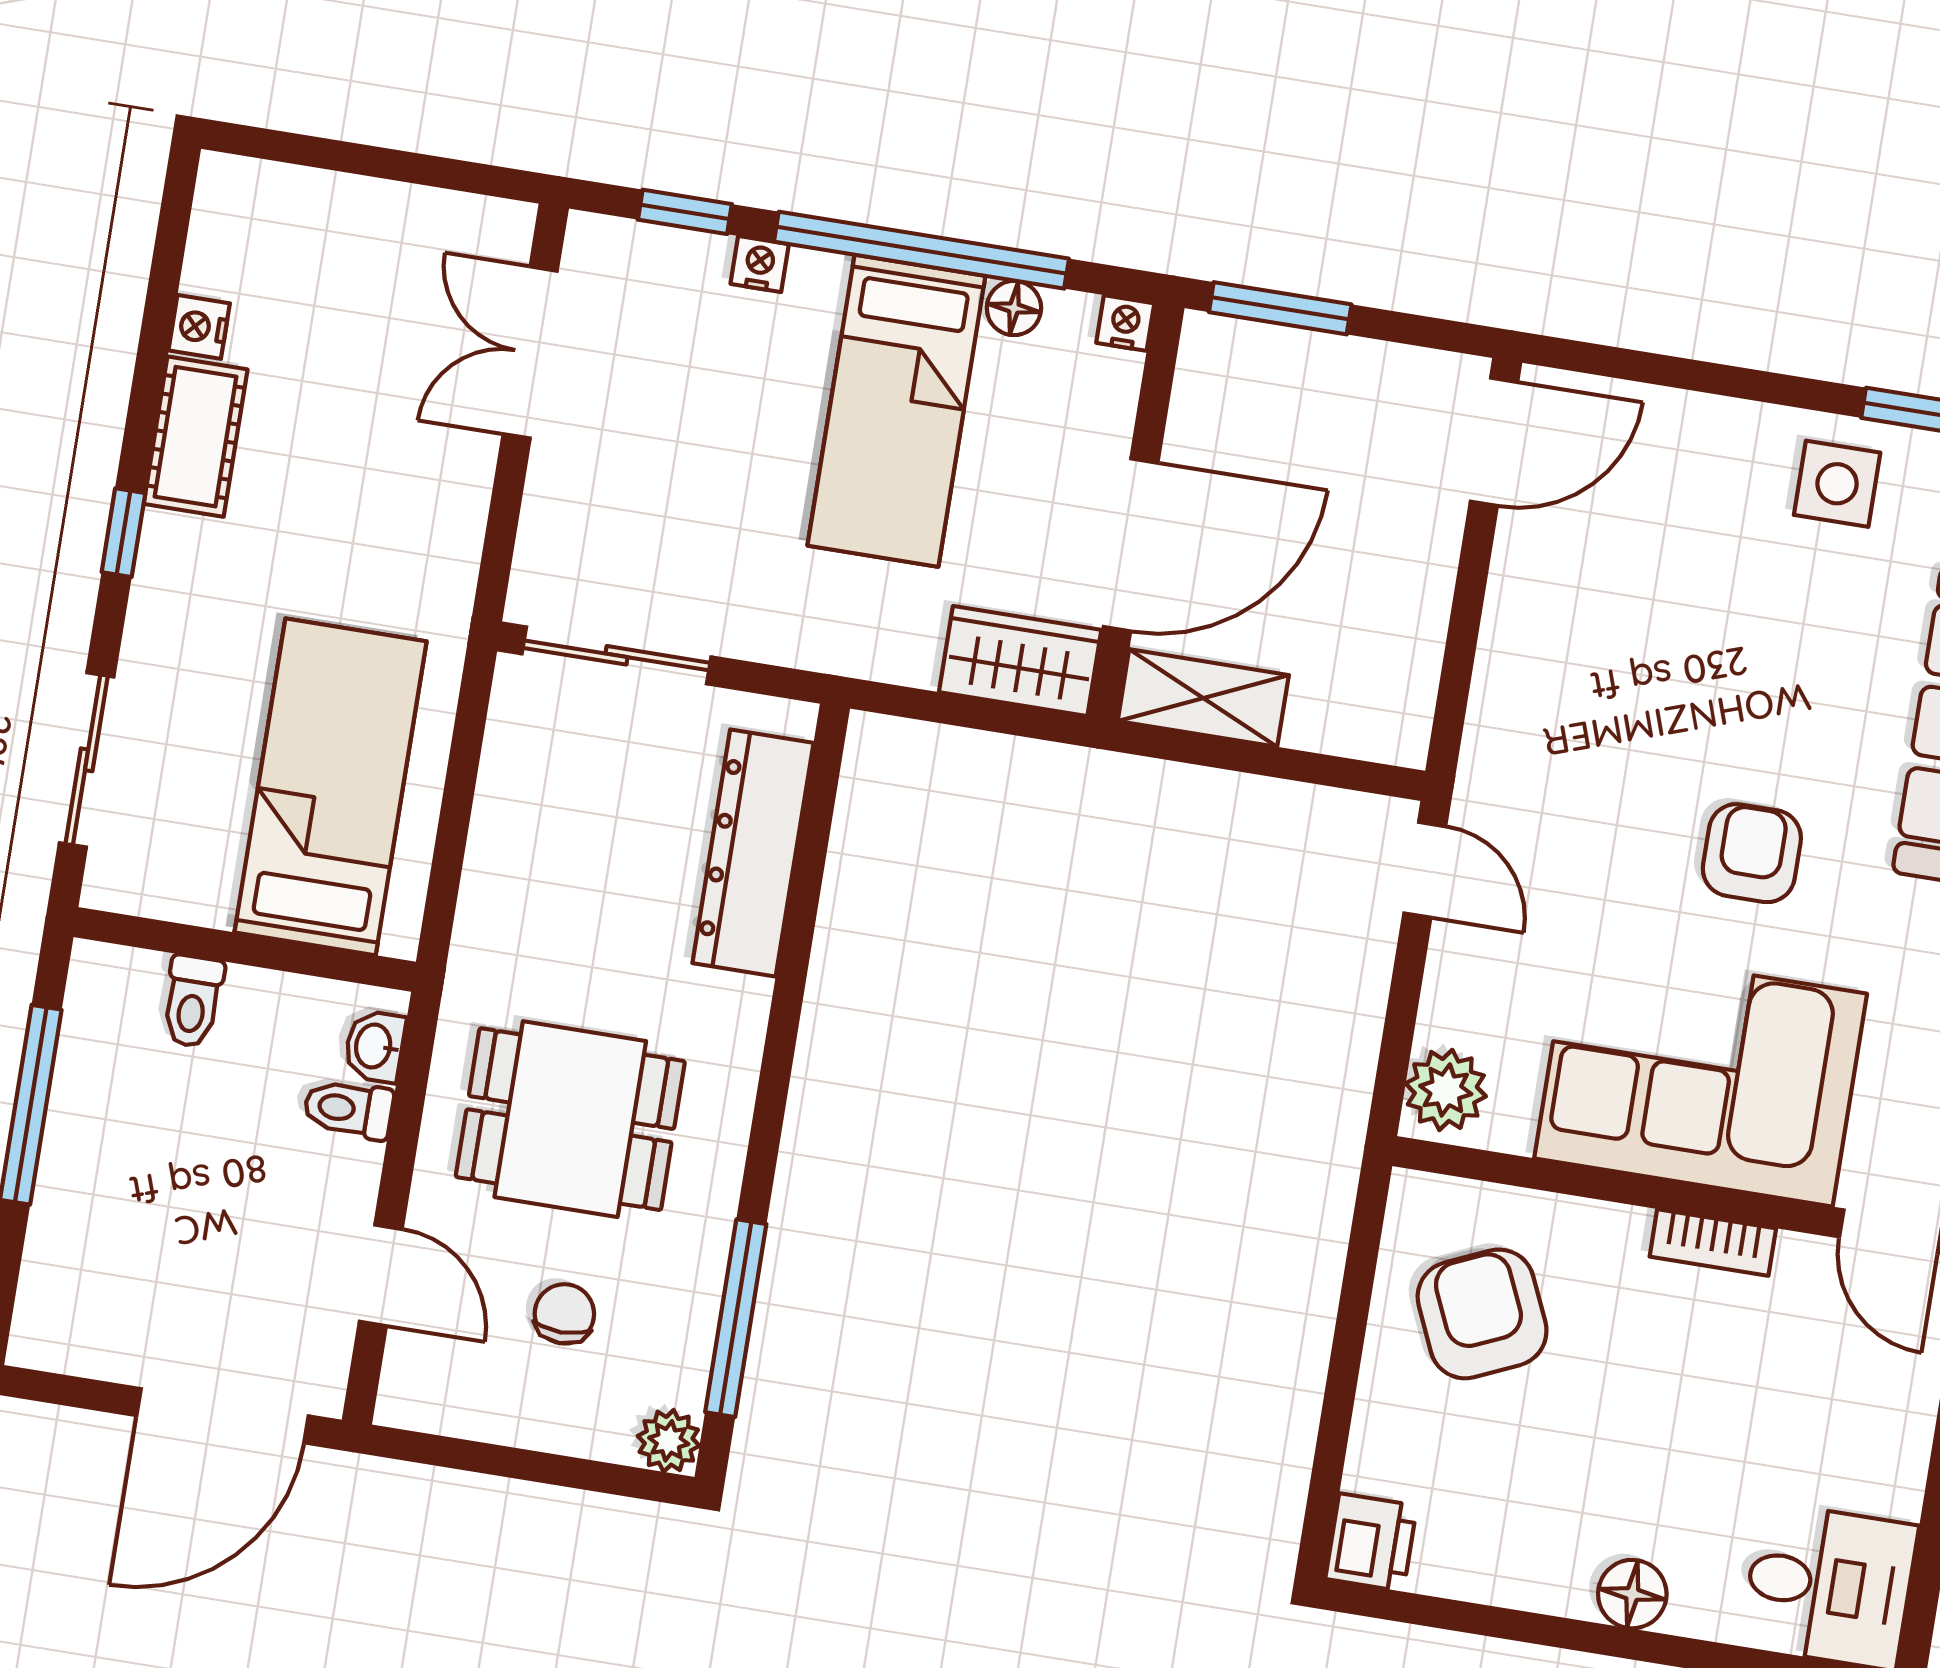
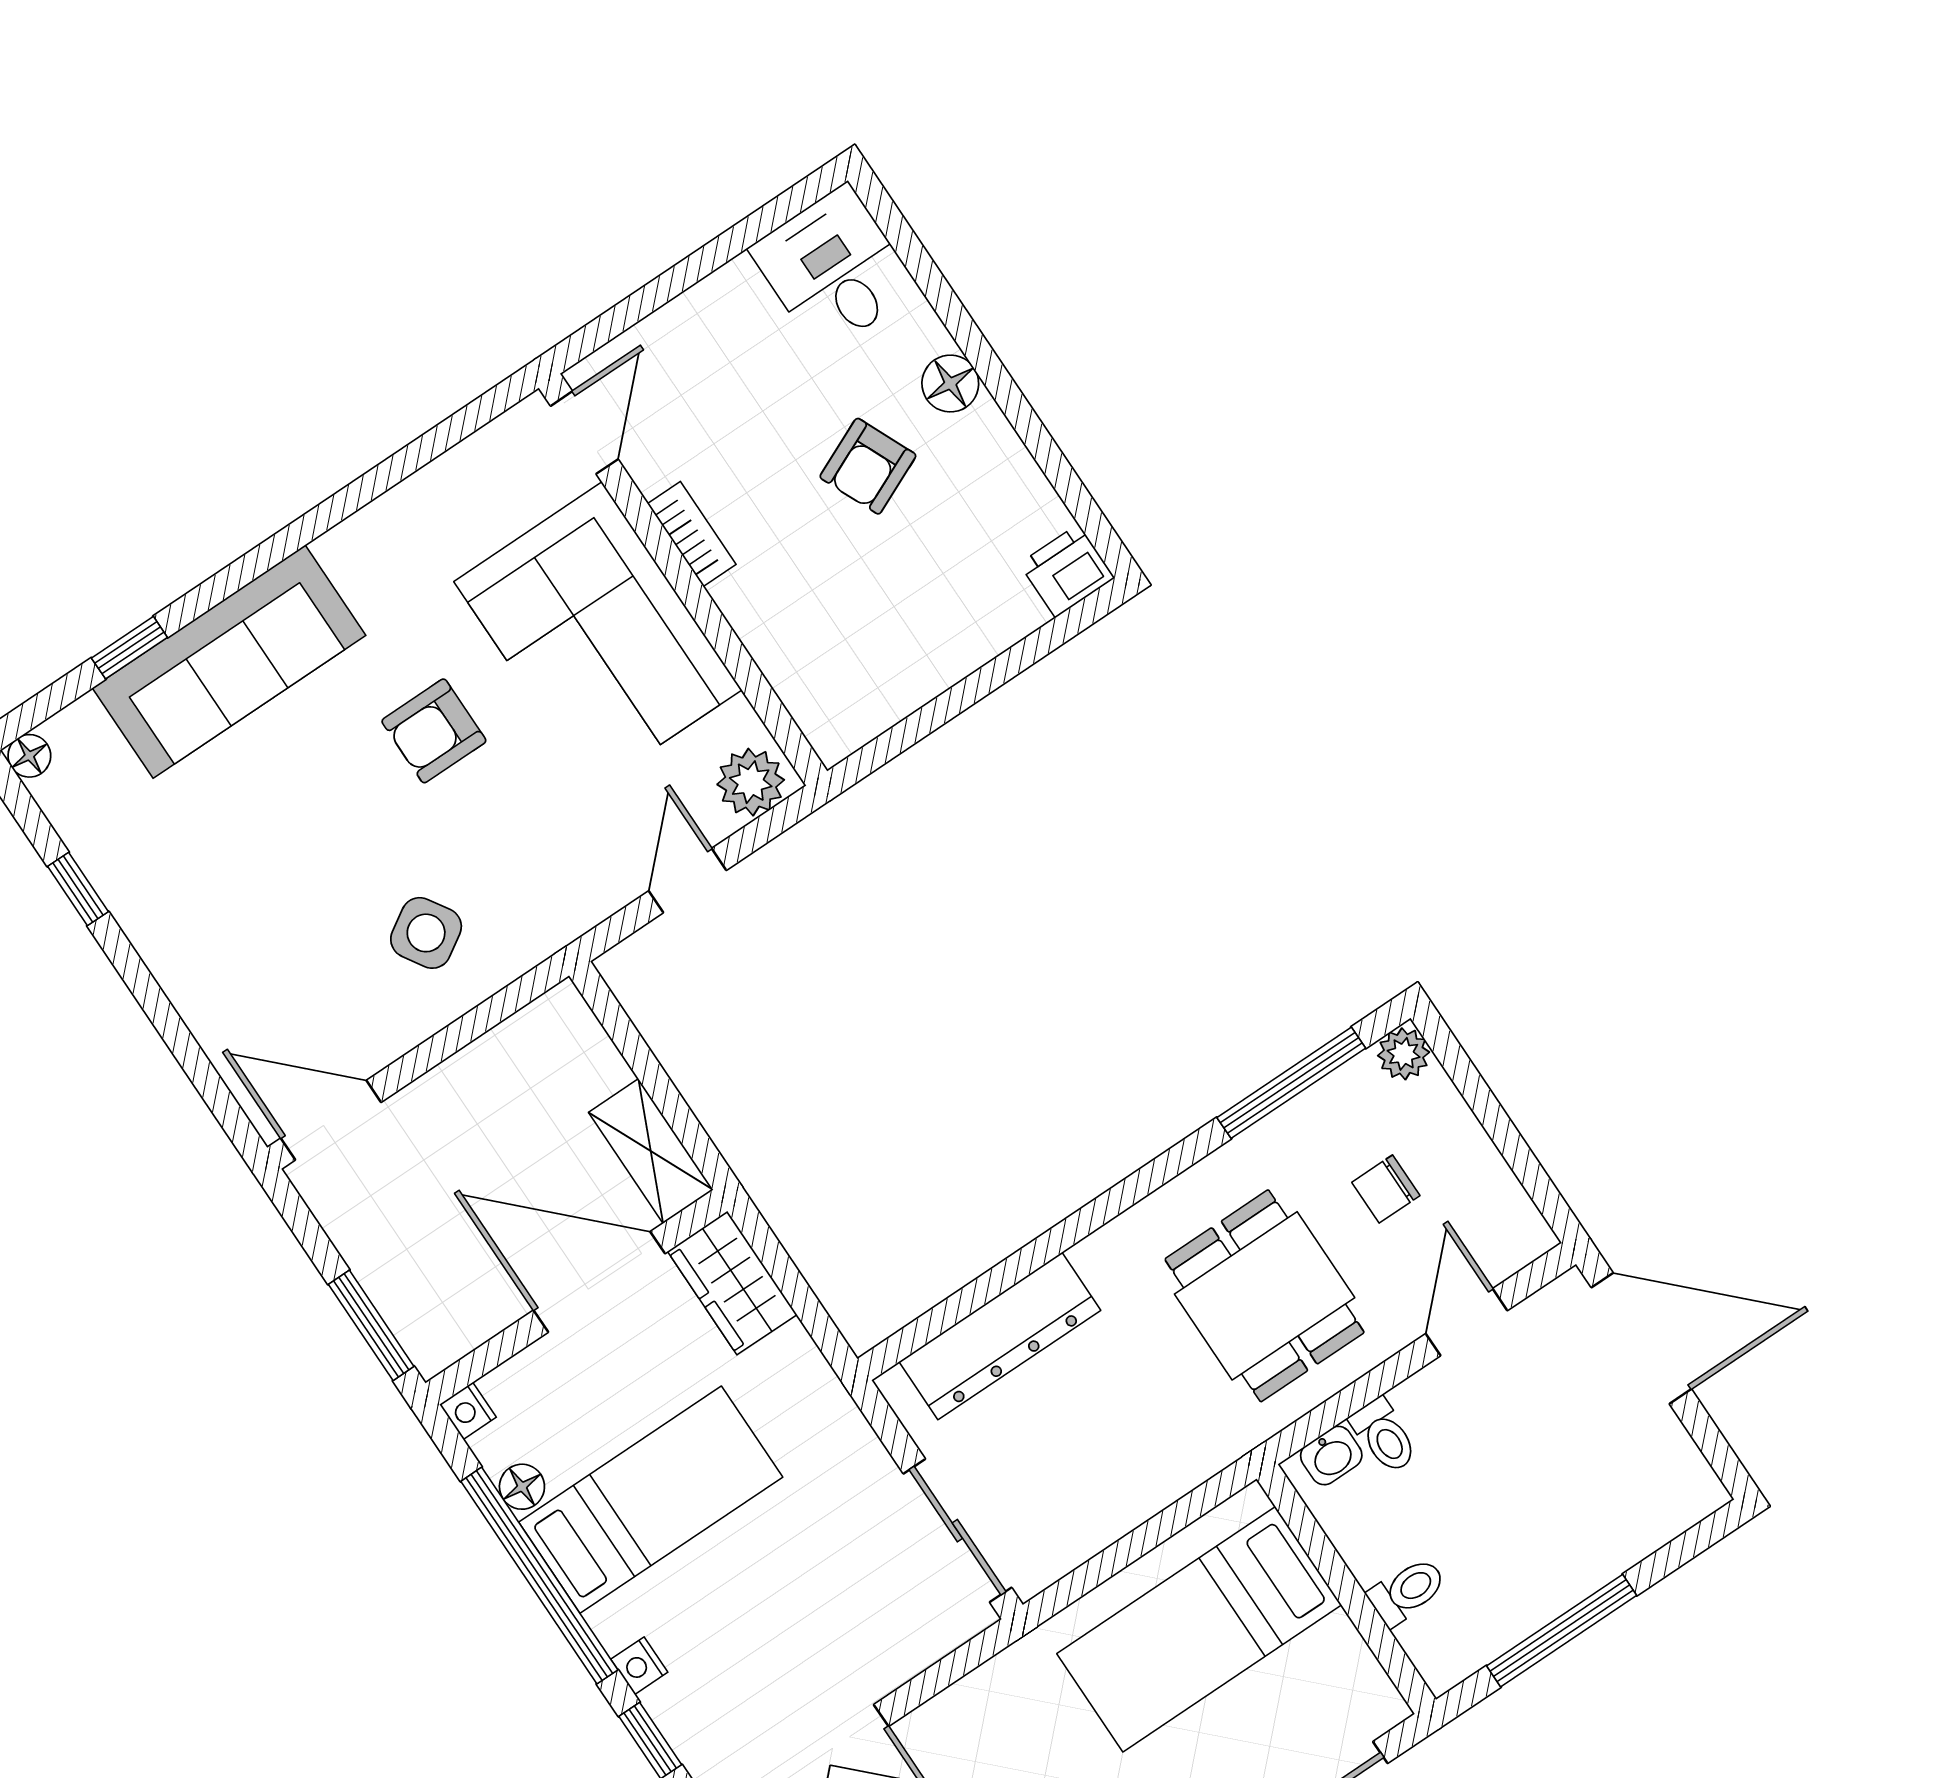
side table: (1837, 484) -> (426, 933), moved, turned -32
door: (1425, 870) -> (688, 881), moved
armchair: (1482, 1314) -> (868, 466), moved, width x0.72, depth x0.72

